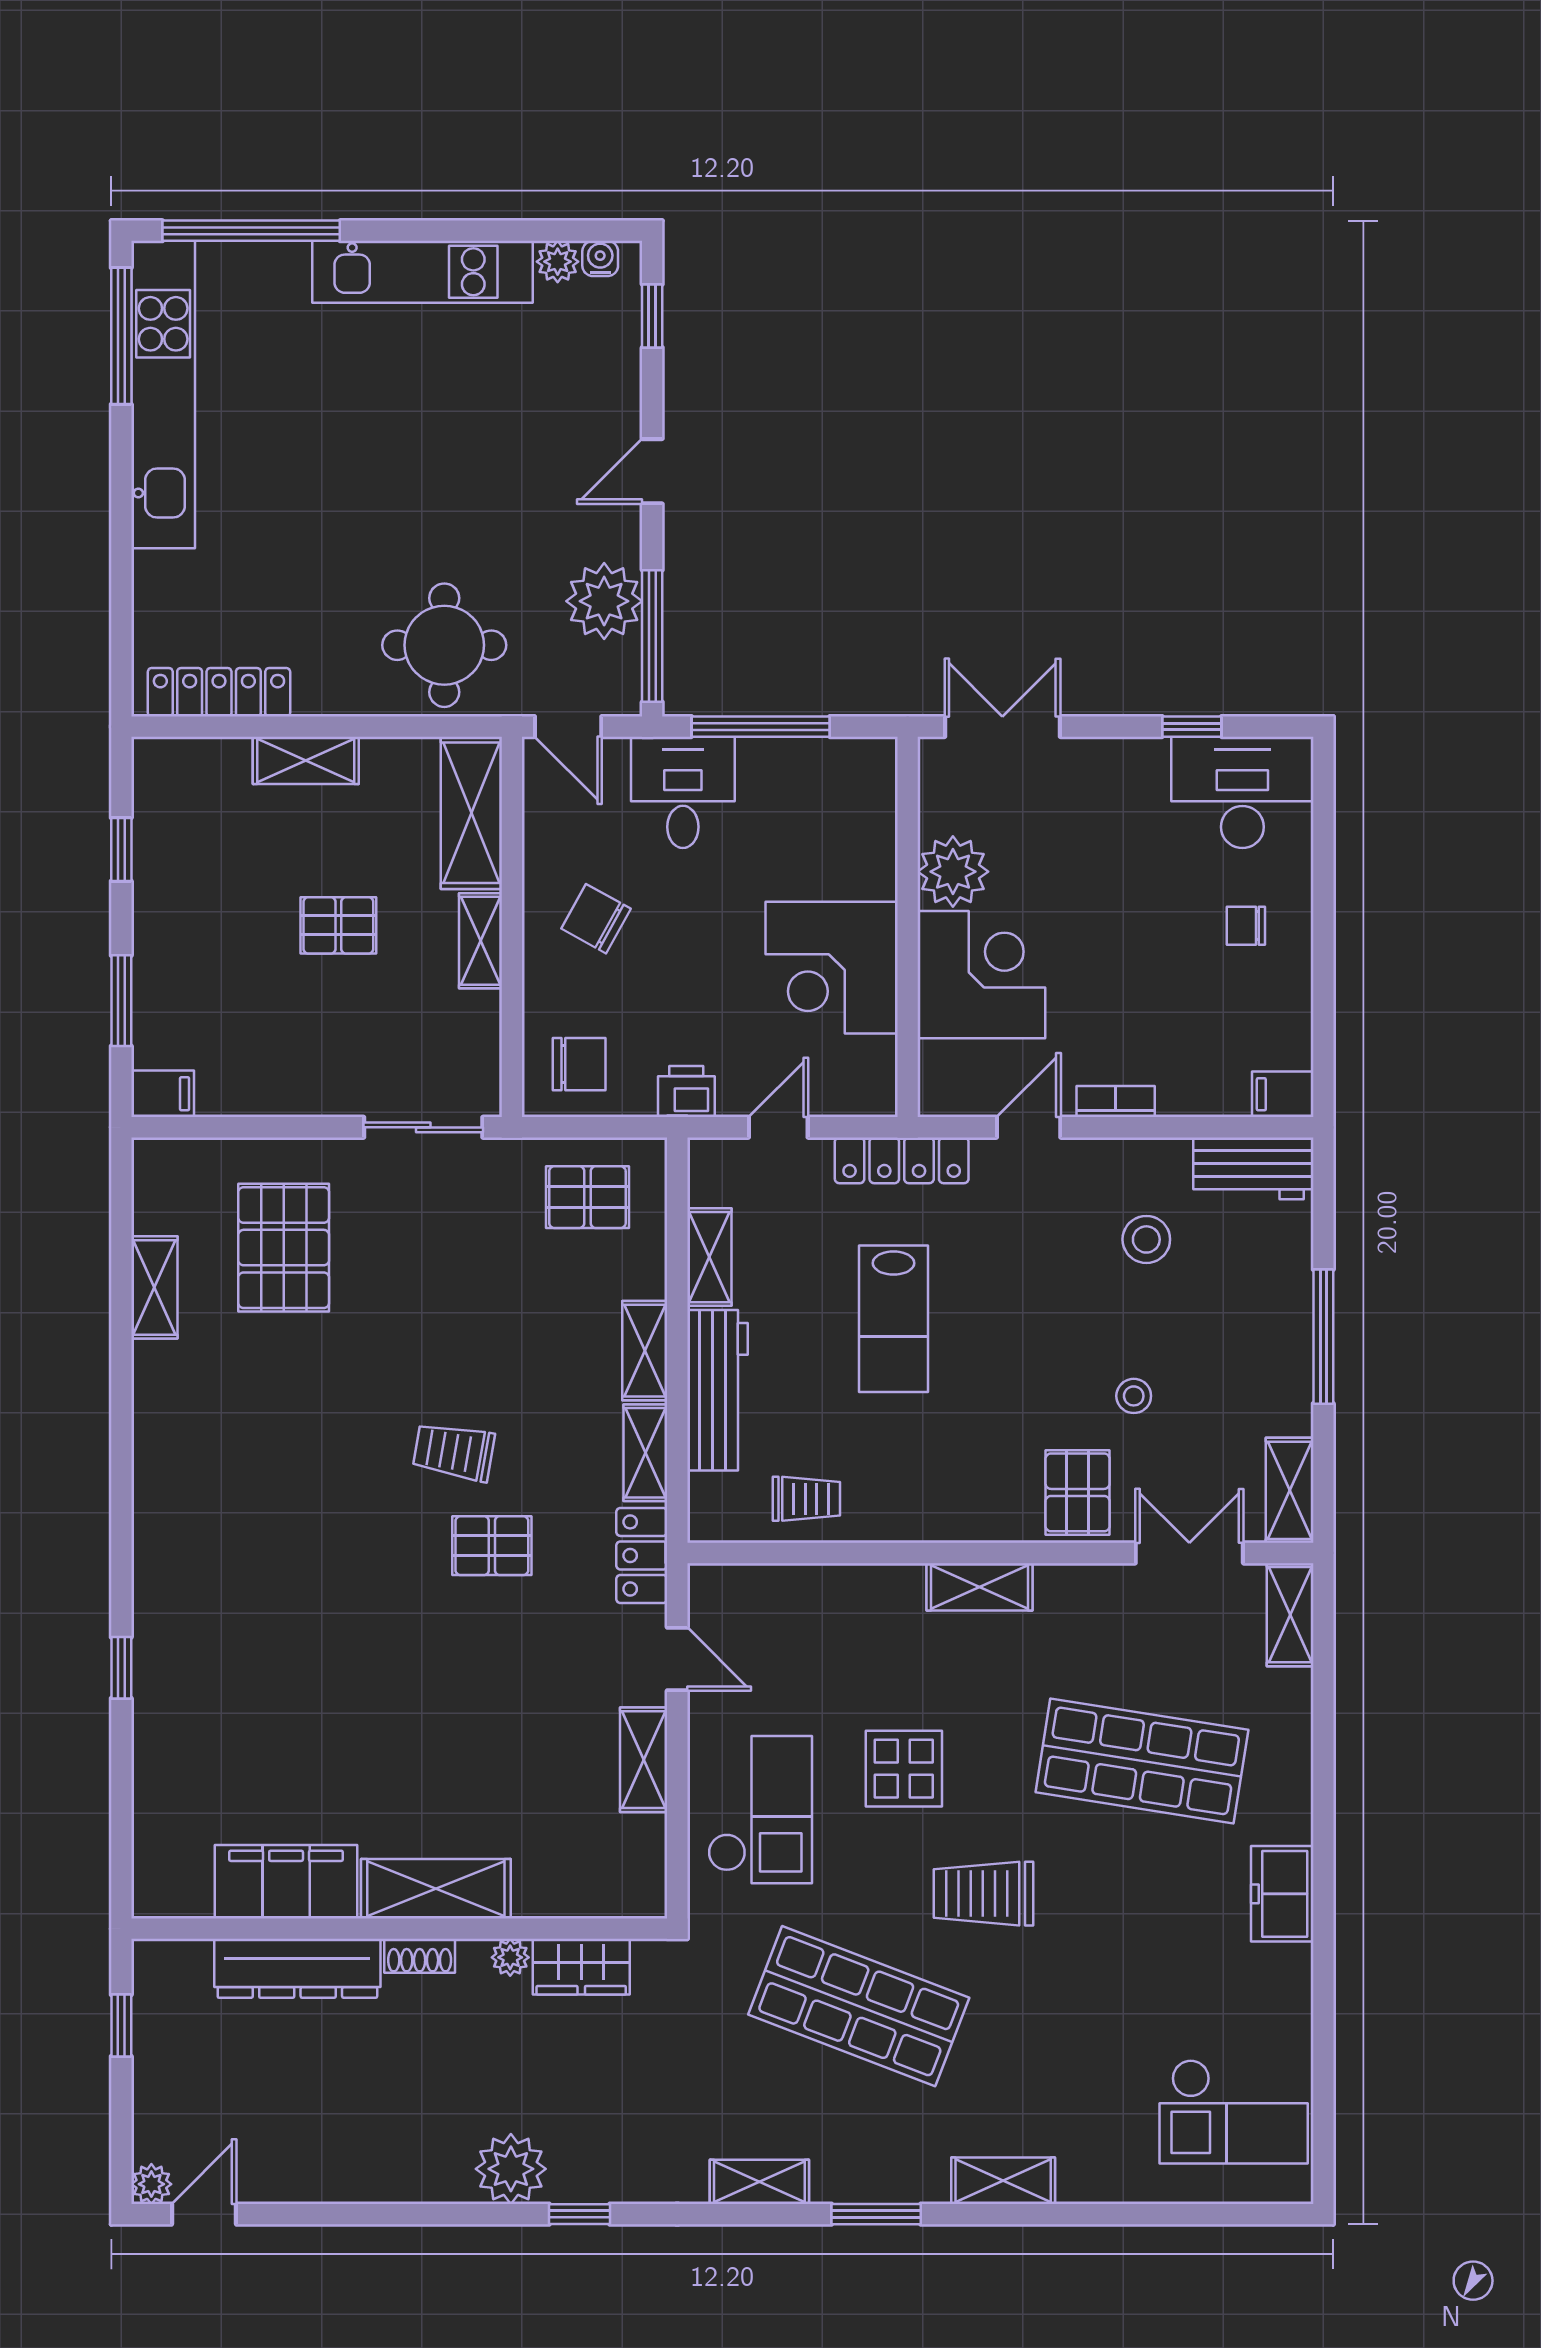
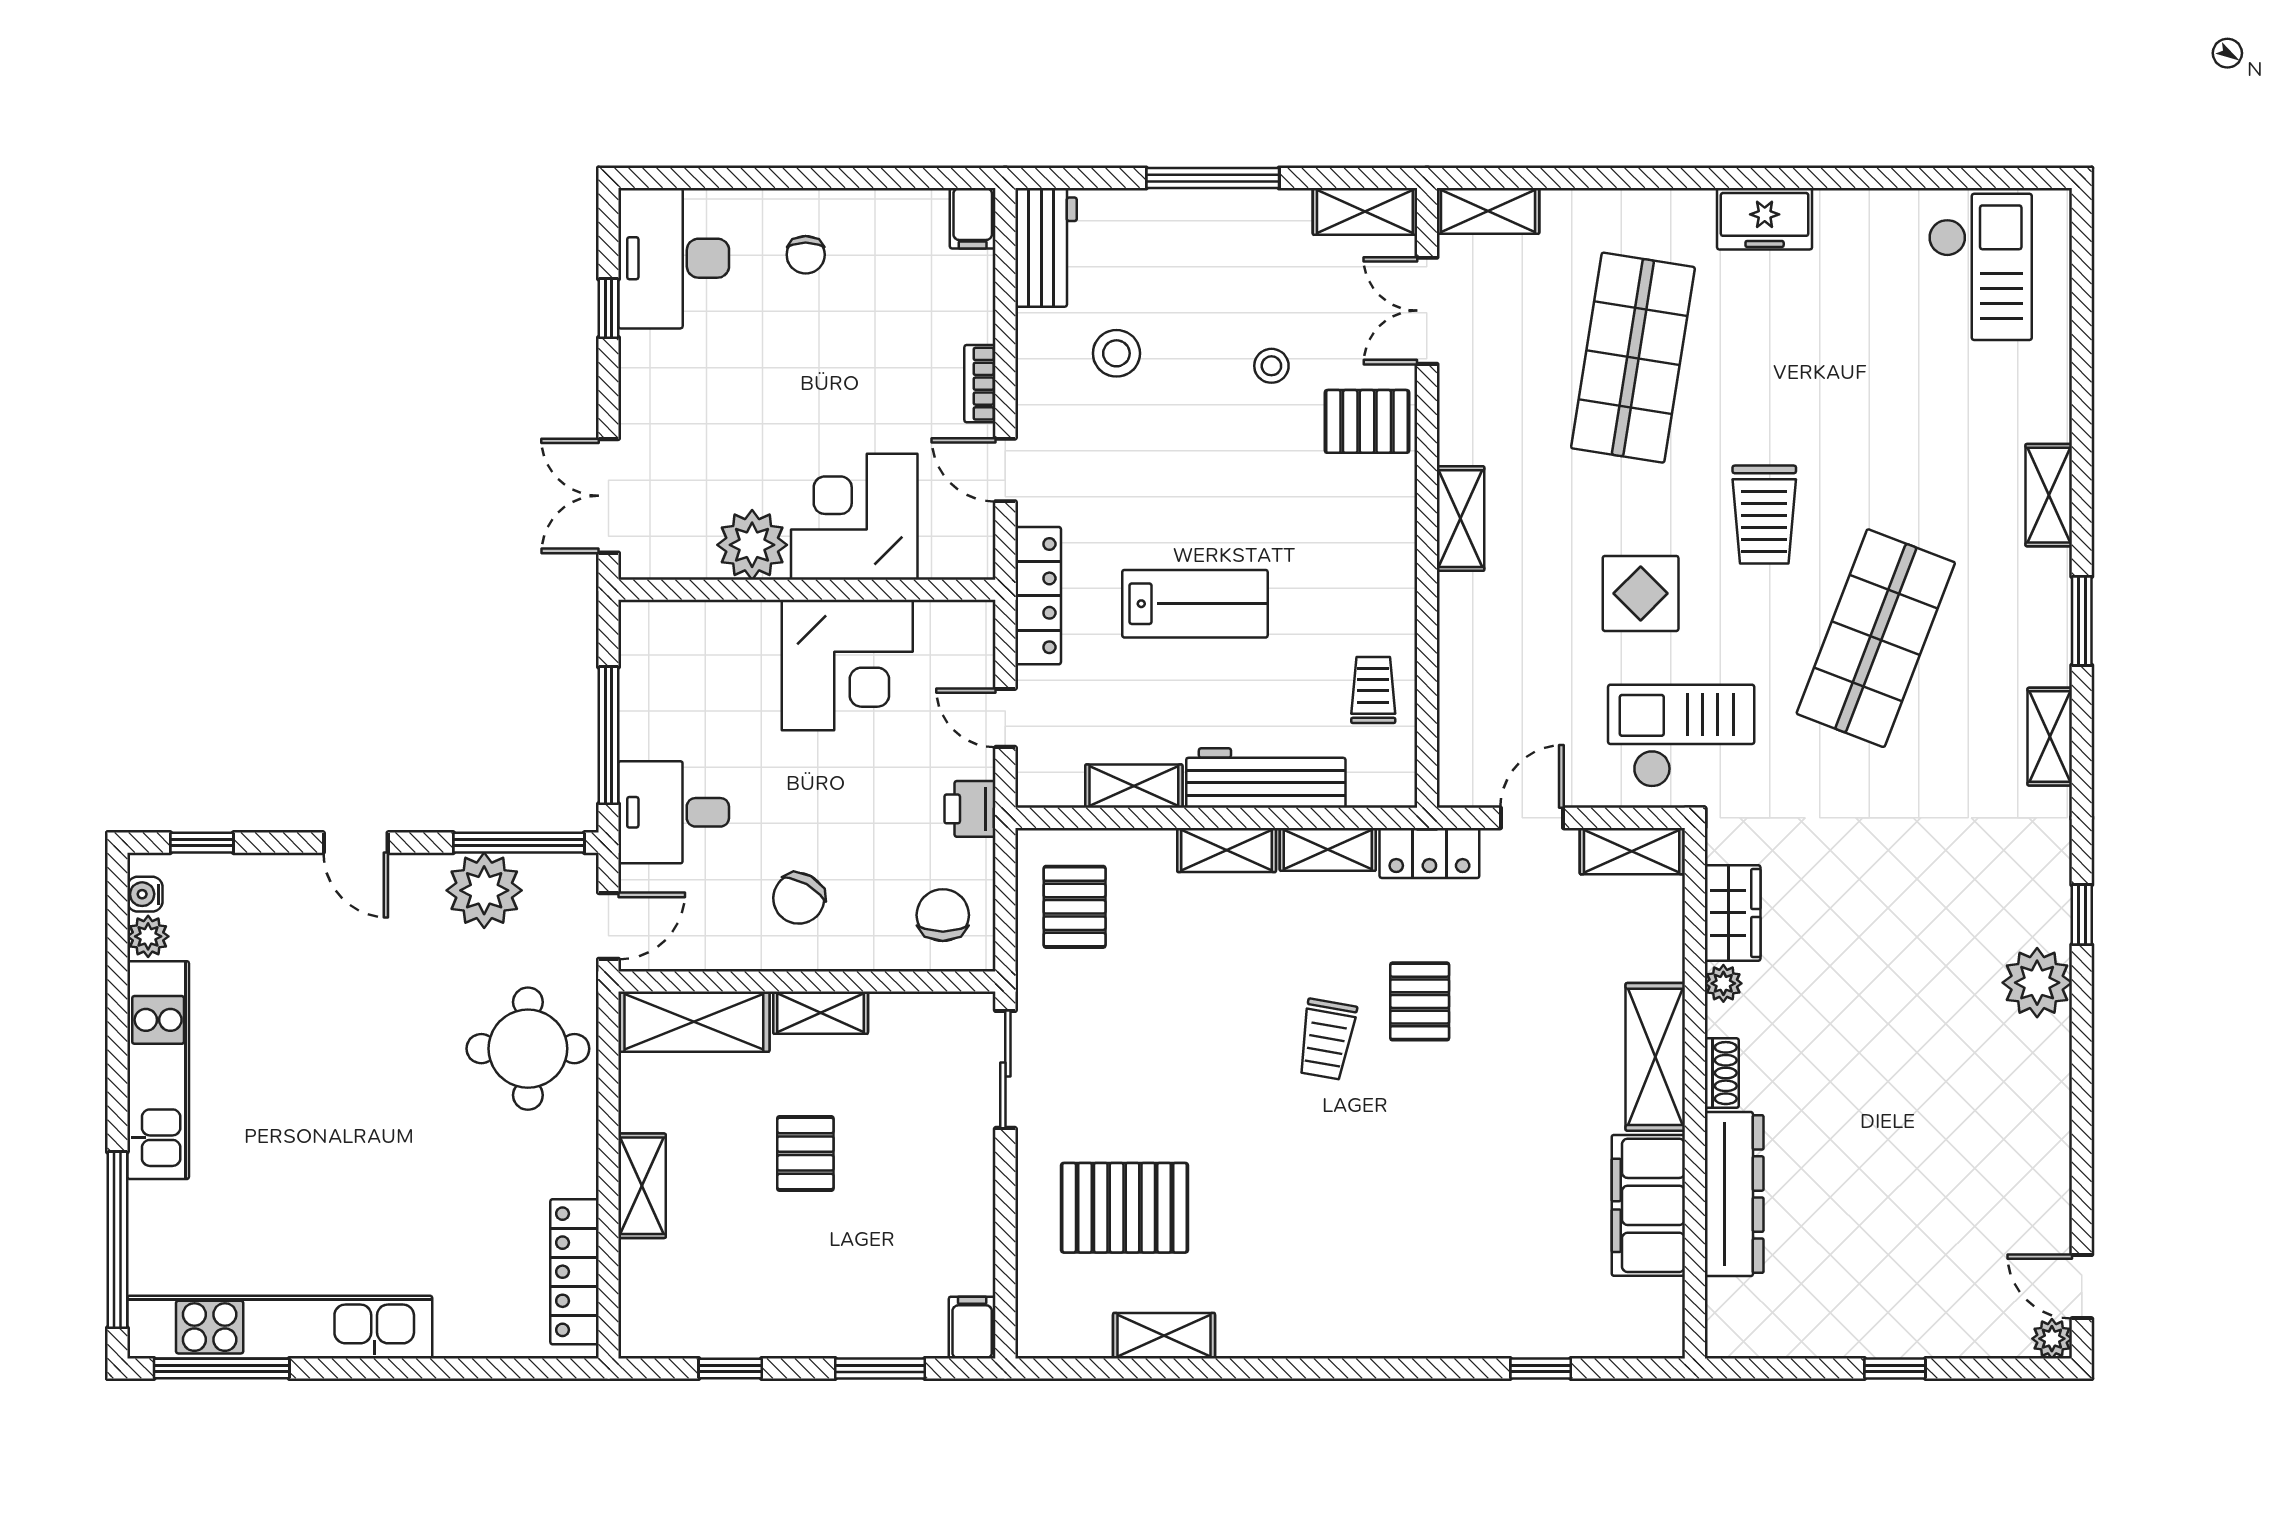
filing cabinet: (286, 1882) -> (1648, 1205), moved
shelving: (436, 1889) -> (1655, 1057), moved
wall: (399, 1929) -> (1695, 1093), moved
shoe rack: (420, 1956) -> (1722, 1073), moved
plant: (510, 1957) -> (1723, 983), moved
wardrobe: (581, 1967) -> (1733, 913), moved
dresser: (297, 1968) -> (1734, 1194), moved

